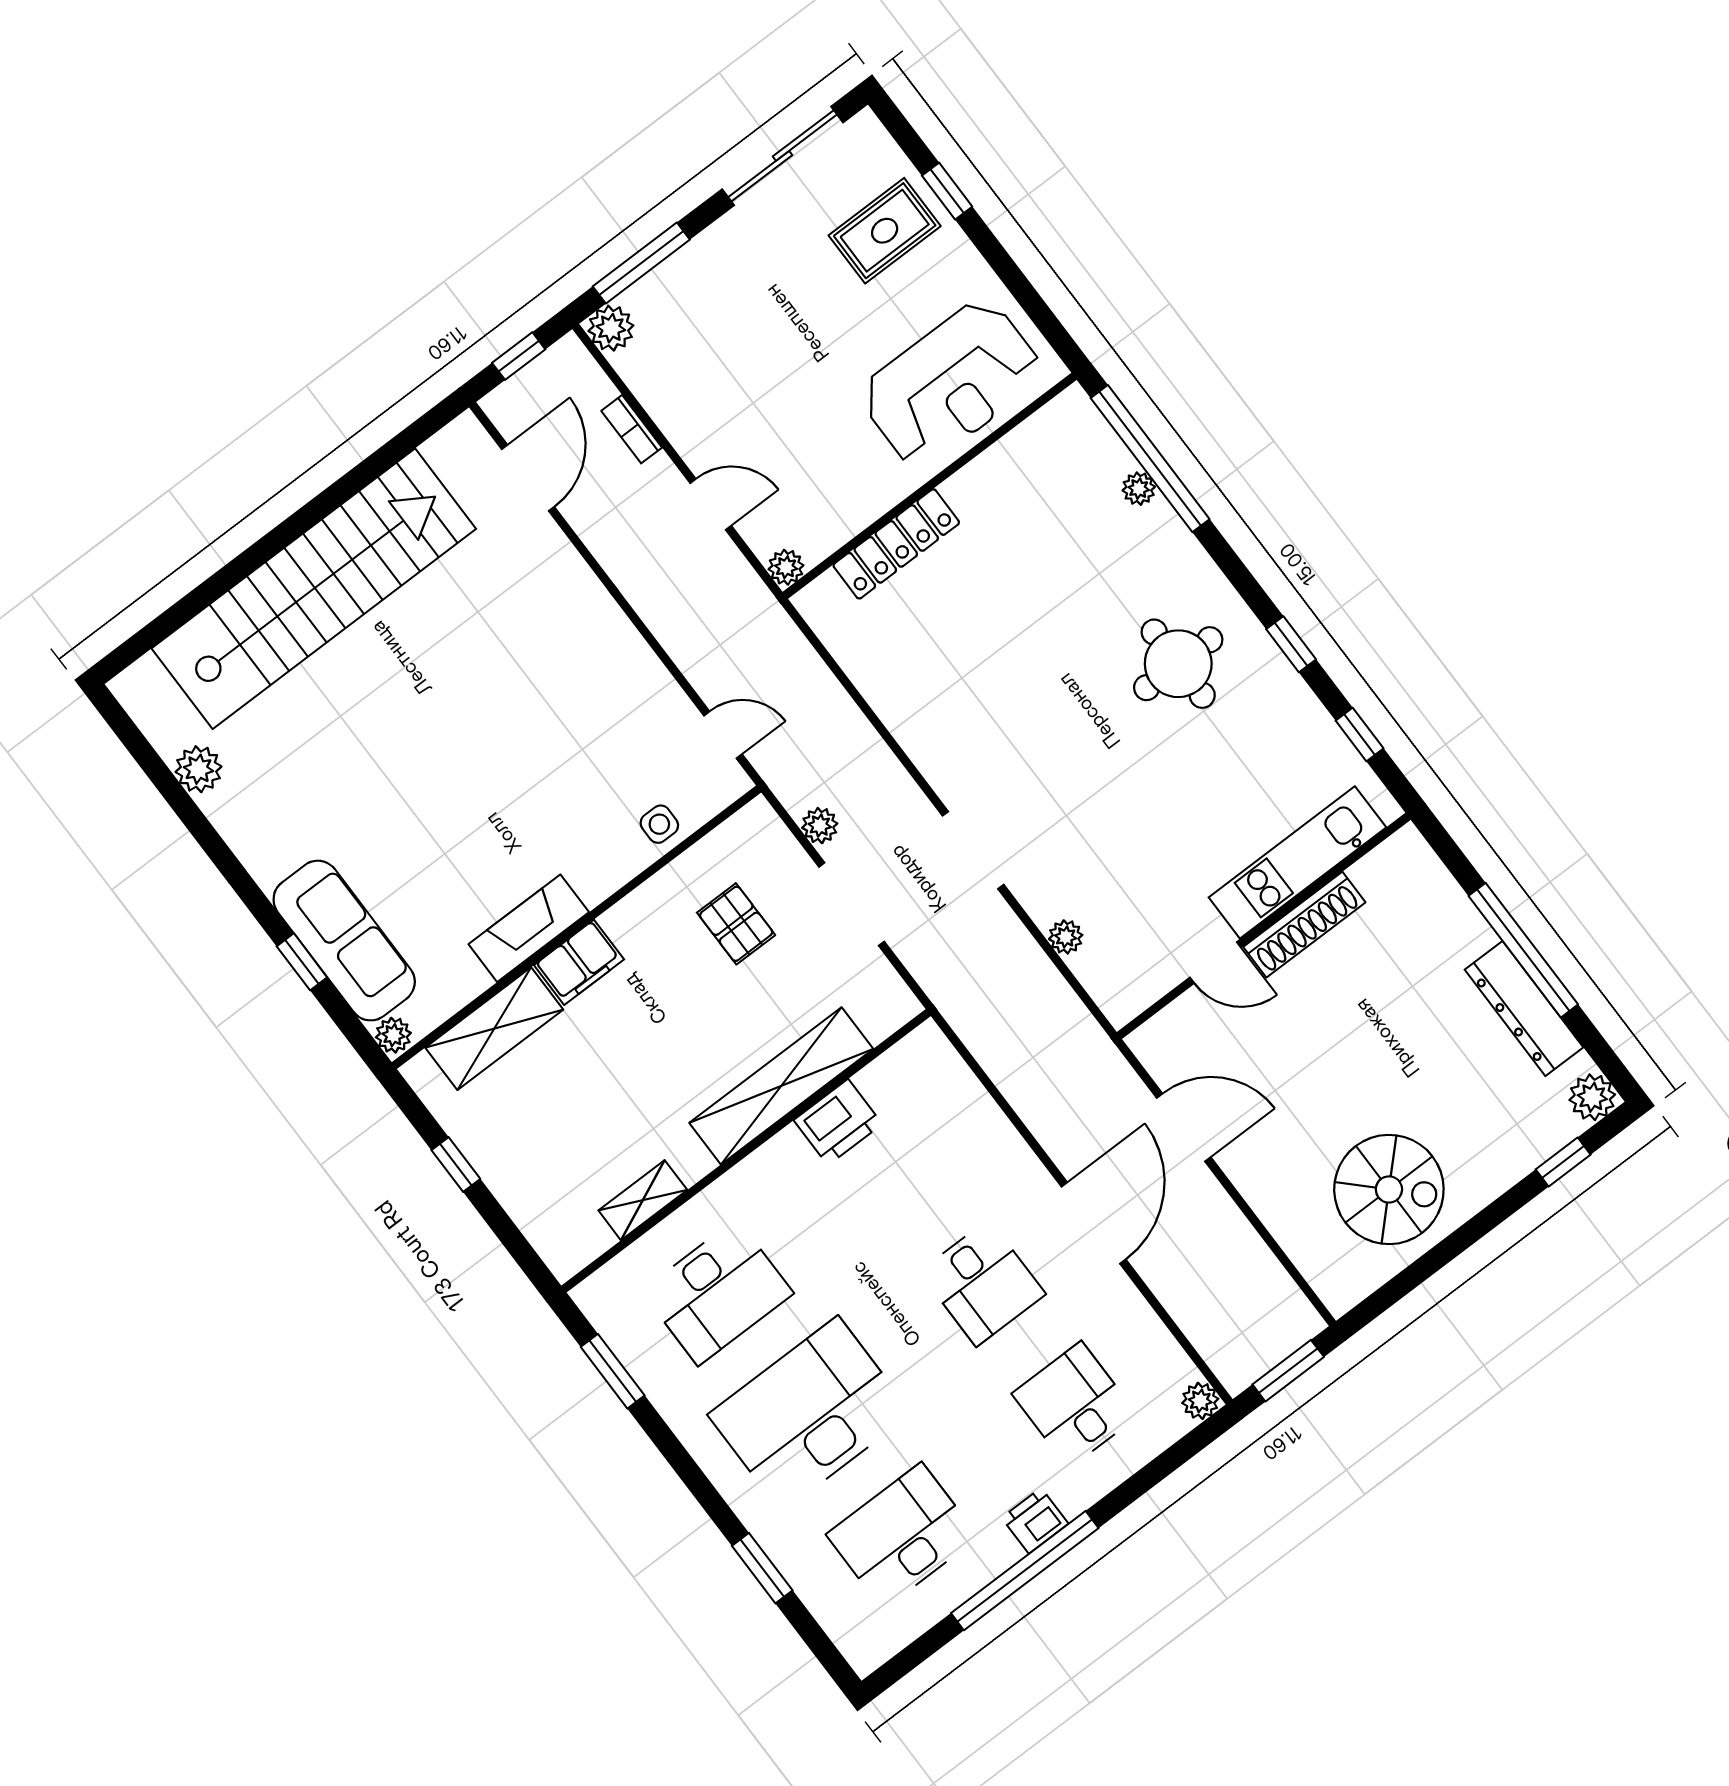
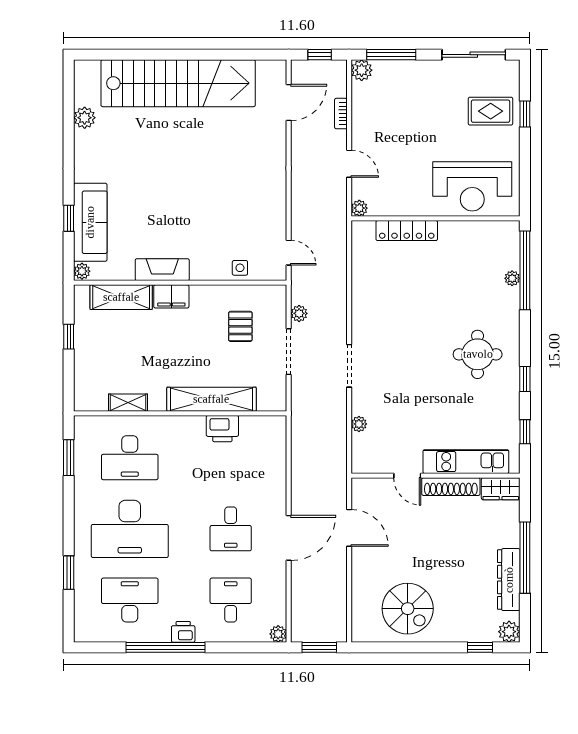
wardrobe: (1392, 864) -> (501, 489), added
desk: (810, 1414) -> (130, 529), turned 180

